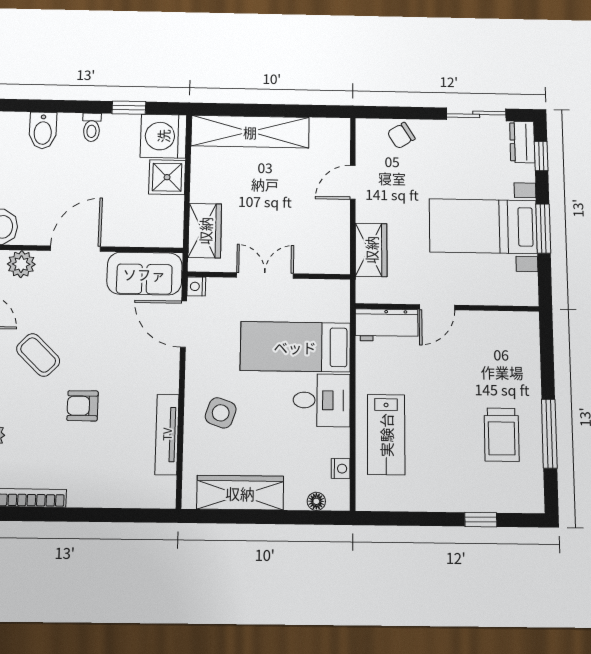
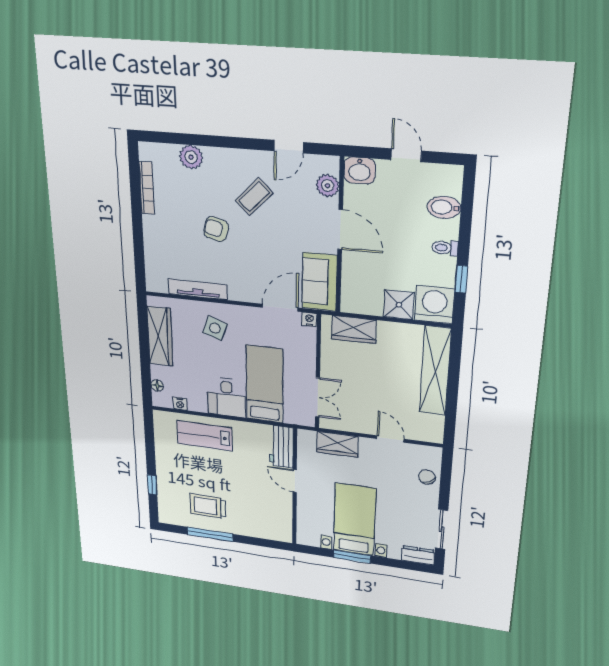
window: (541, 156) -> (407, 565), removed
double door: (265, 275) -> (317, 397), moved
armchair: (83, 406) -> (216, 229), turned -75

